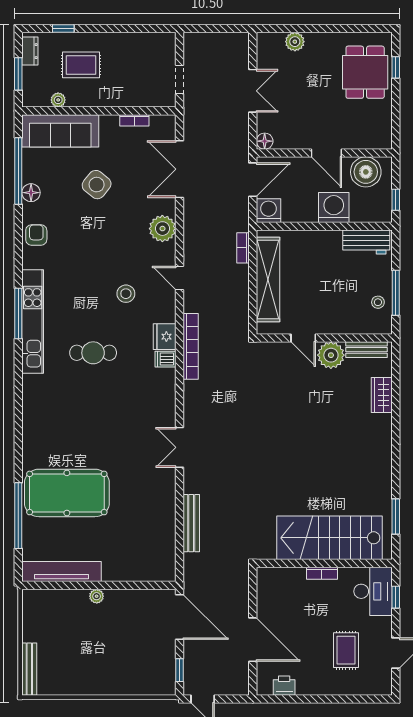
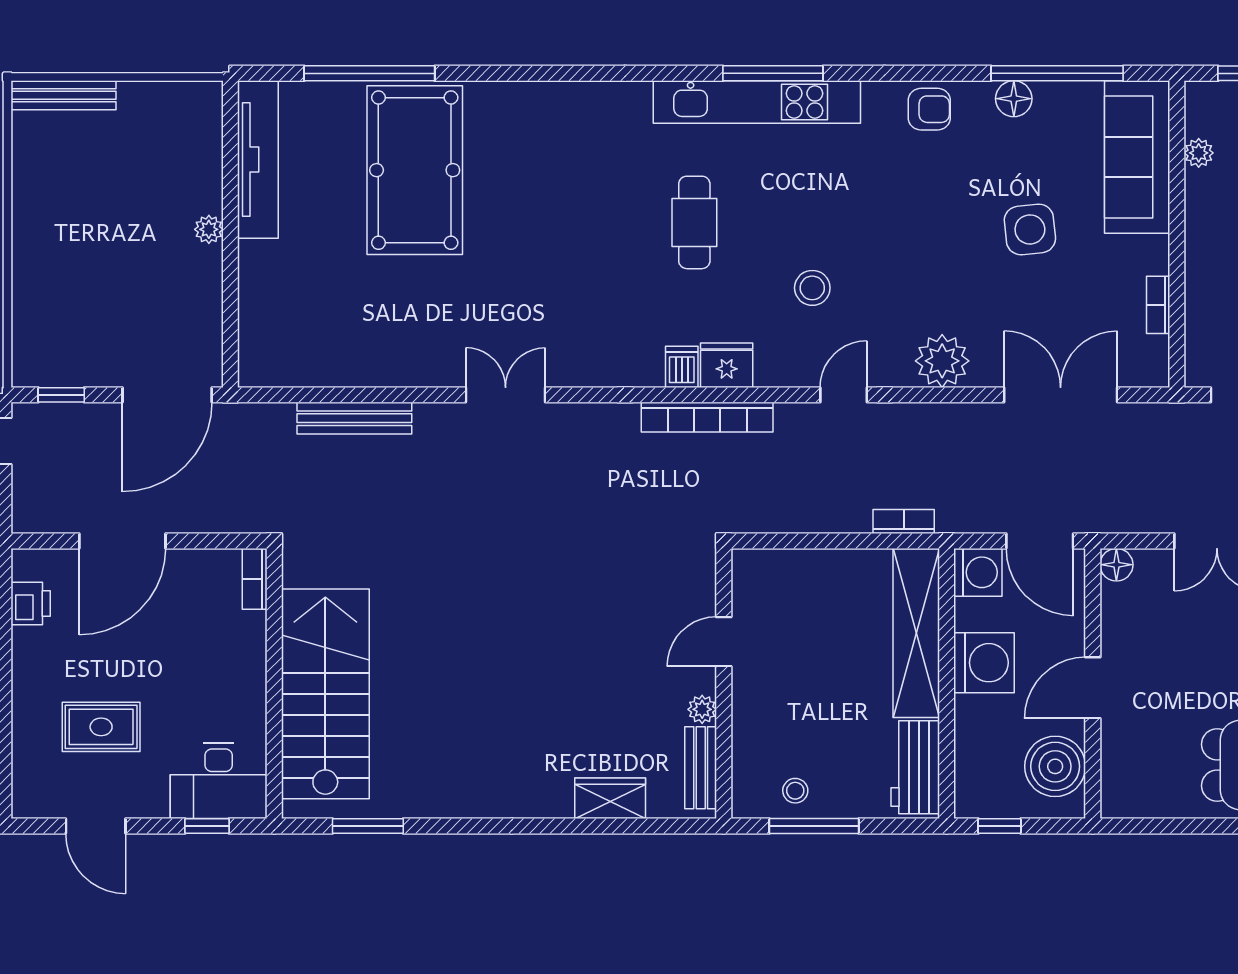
side table: (97, 185) -> (1030, 229), turned 45
washing machine: (334, 208) -> (984, 663), moved
shelving: (268, 279) -> (916, 633), moved, turned 90
plant: (331, 355) -> (702, 709), width x0.53, depth x0.53
bookcase: (322, 573) -> (255, 579), moved

